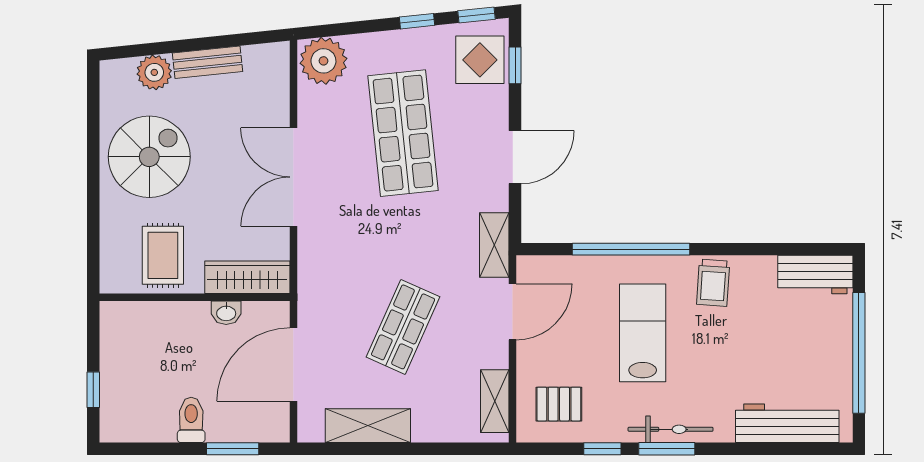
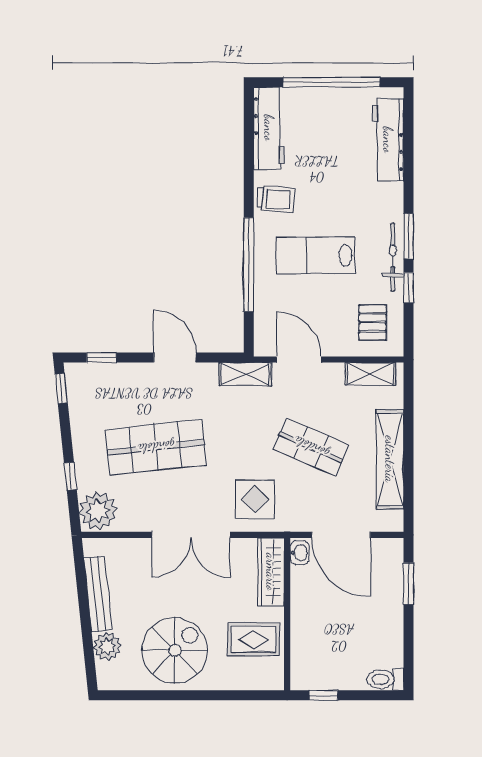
window: (417, 21) -> (70, 476), moved
display table: (480, 60) -> (255, 499), moved
bench: (207, 62) -> (98, 594), width x1.36
spiral stairs: (149, 157) -> (175, 650), turned 90
workbench: (815, 275) -> (269, 128), width x1.38
washbasin: (226, 313) -> (300, 553), moved
window: (93, 390) -> (324, 695), moved
toilet: (191, 420) -> (385, 679), moved
shelving: (368, 426) -> (390, 459), width x1.47
bicycle: (671, 429) -> (393, 257), moved

